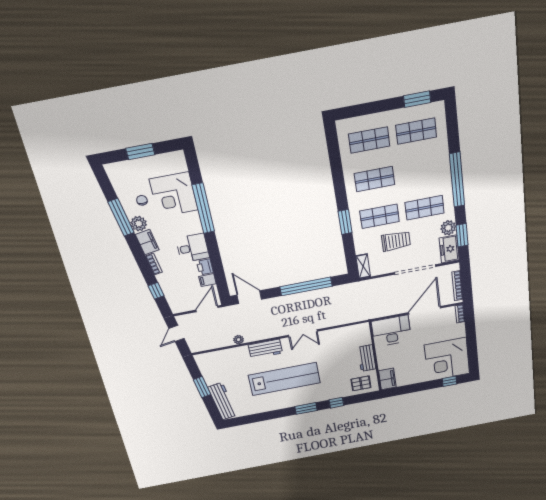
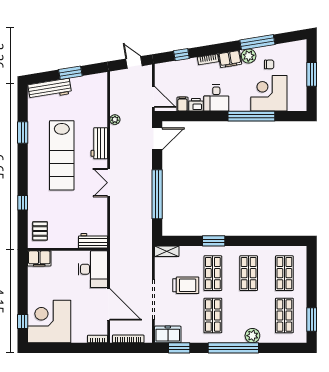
plant: (448, 228) -> (252, 336), moved
trolley: (396, 241) -> (186, 285), turned -90
workbench: (367, 358) -> (93, 241), moved
window: (306, 408) -> (23, 132), moved

